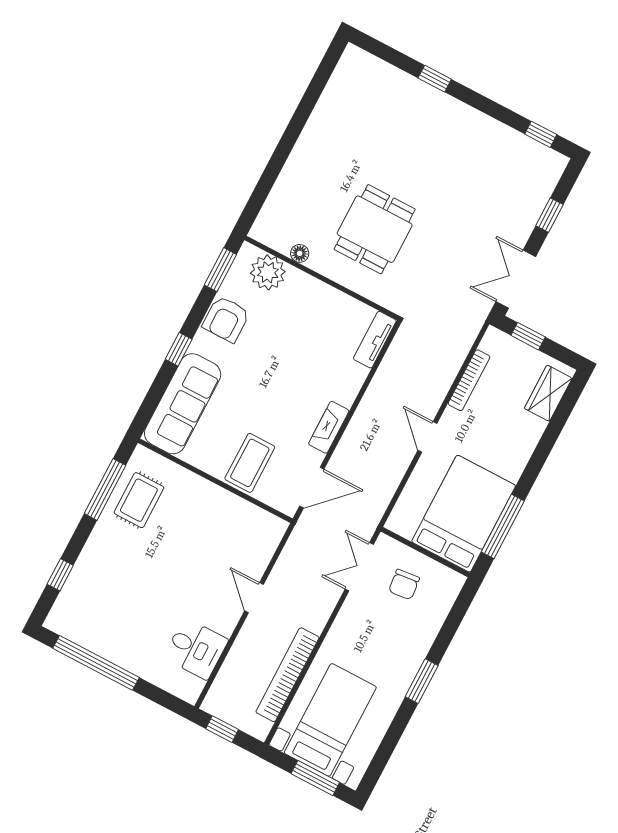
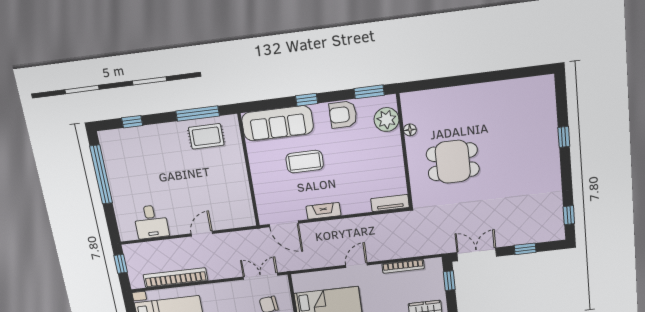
coffee table: (250, 463) -> (305, 162), moved

